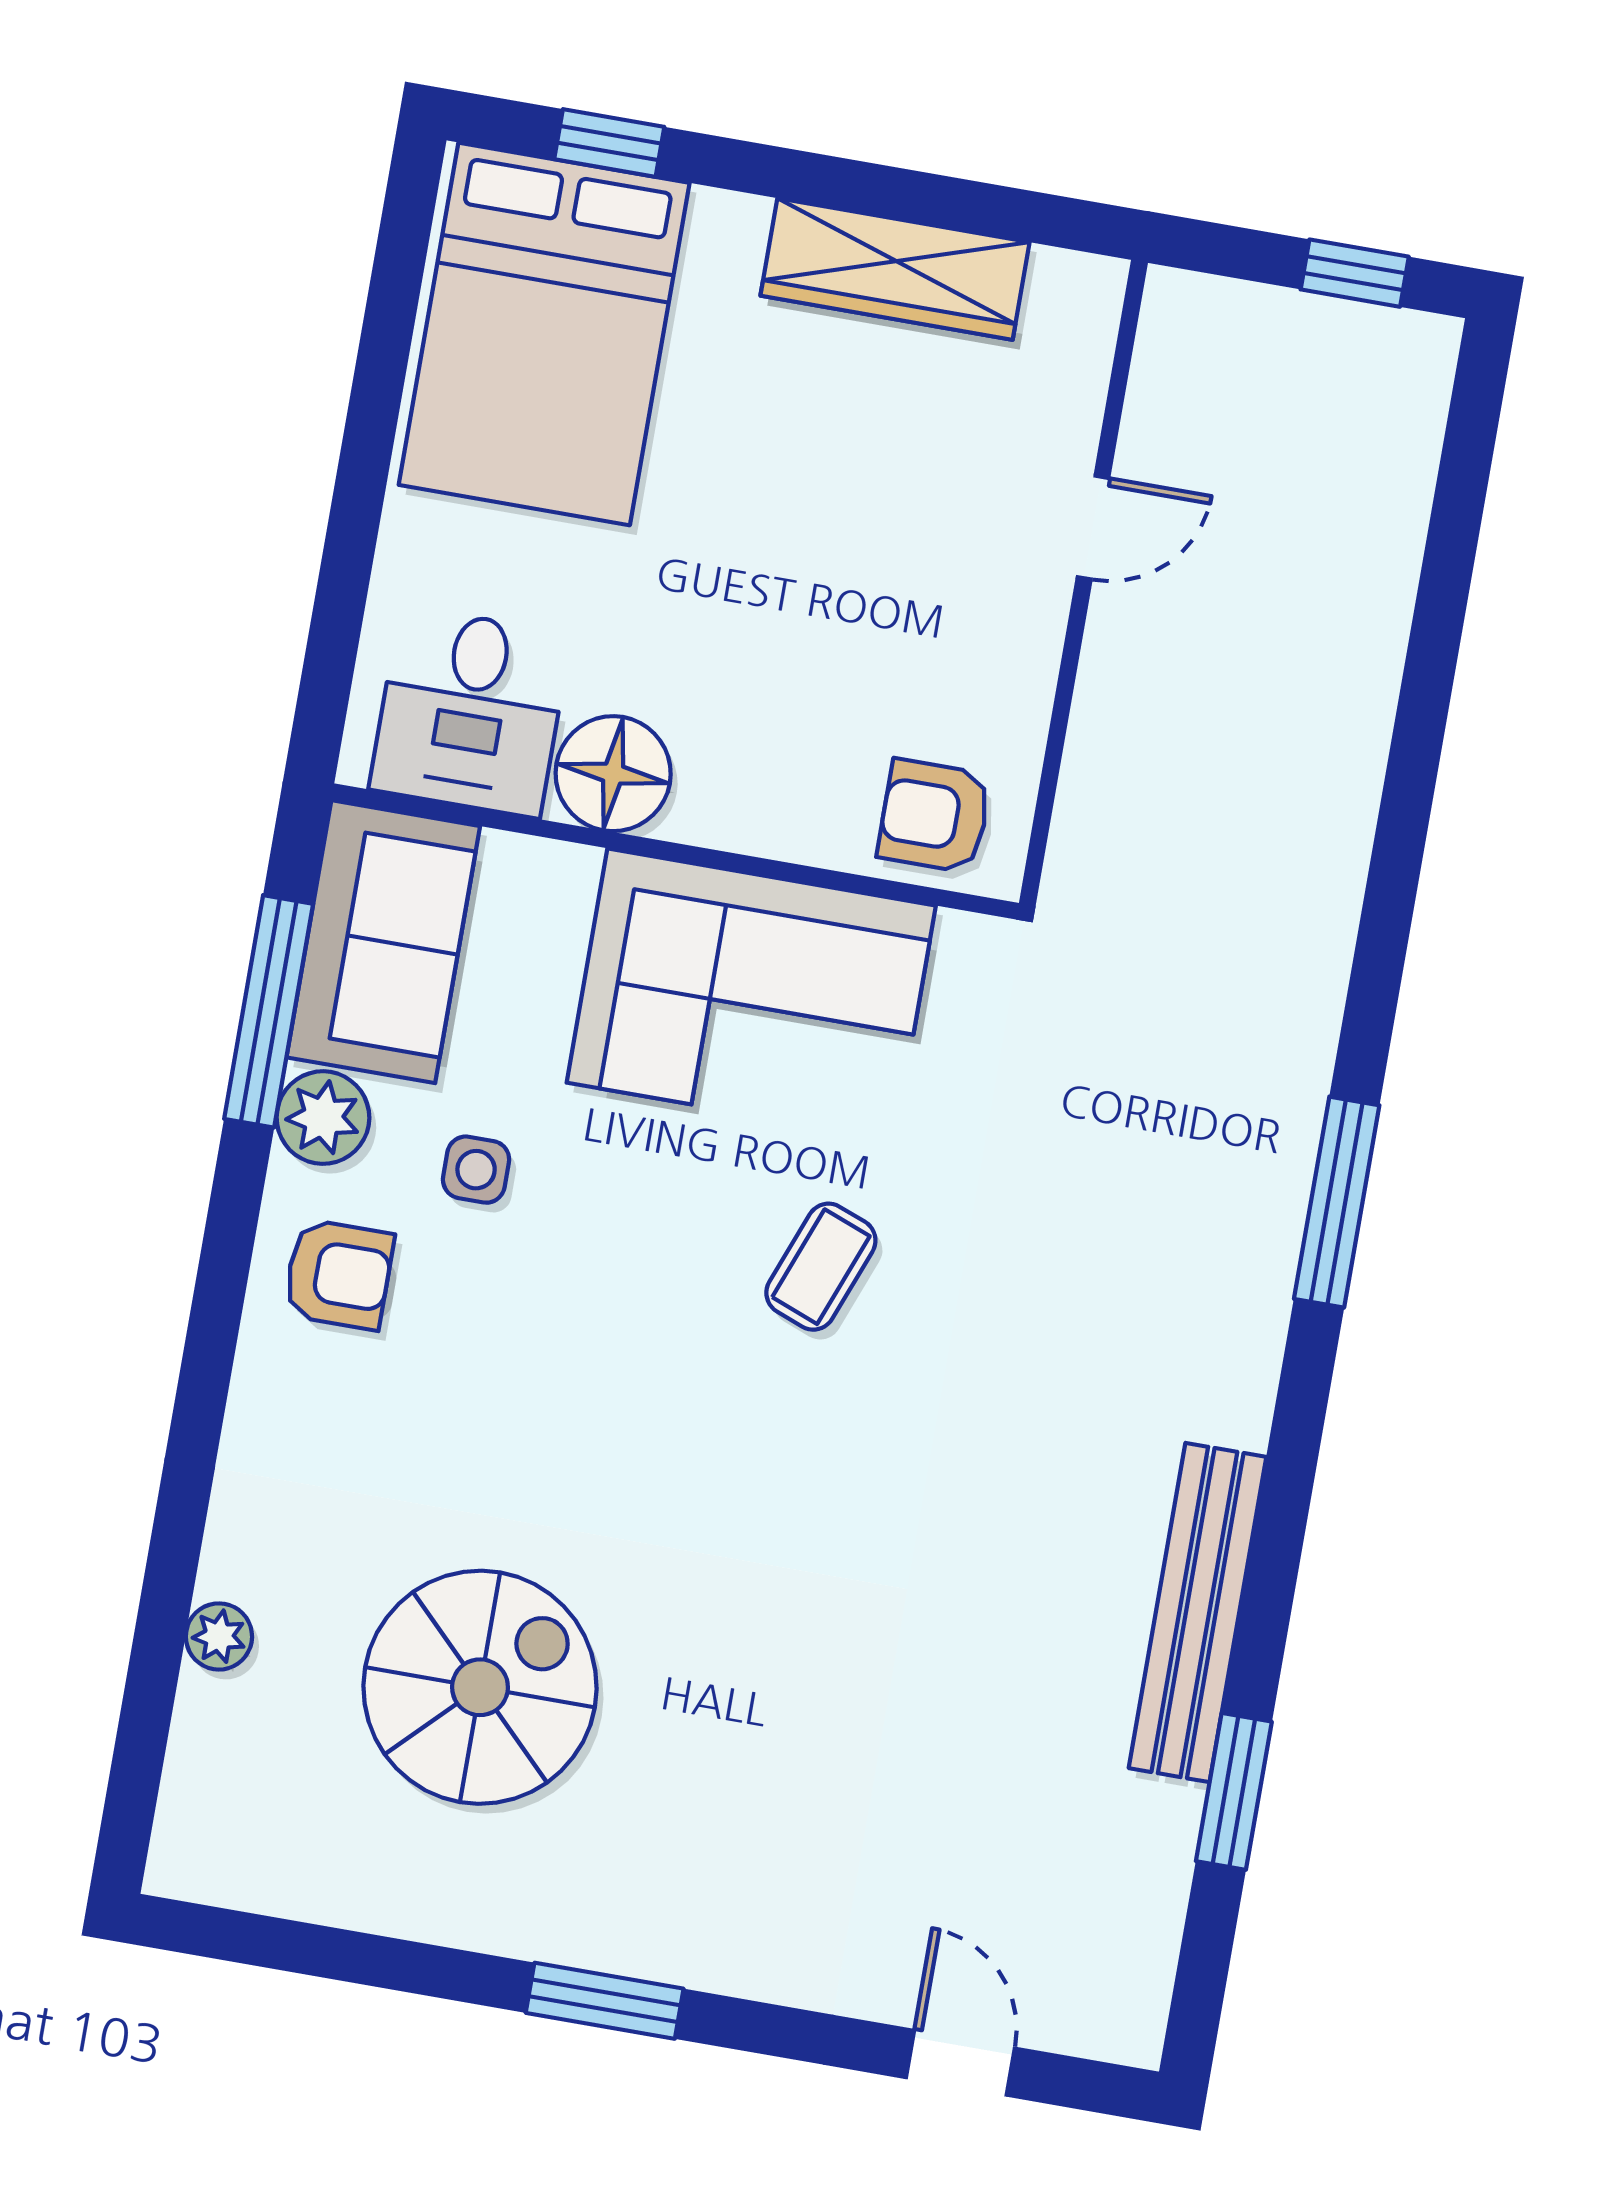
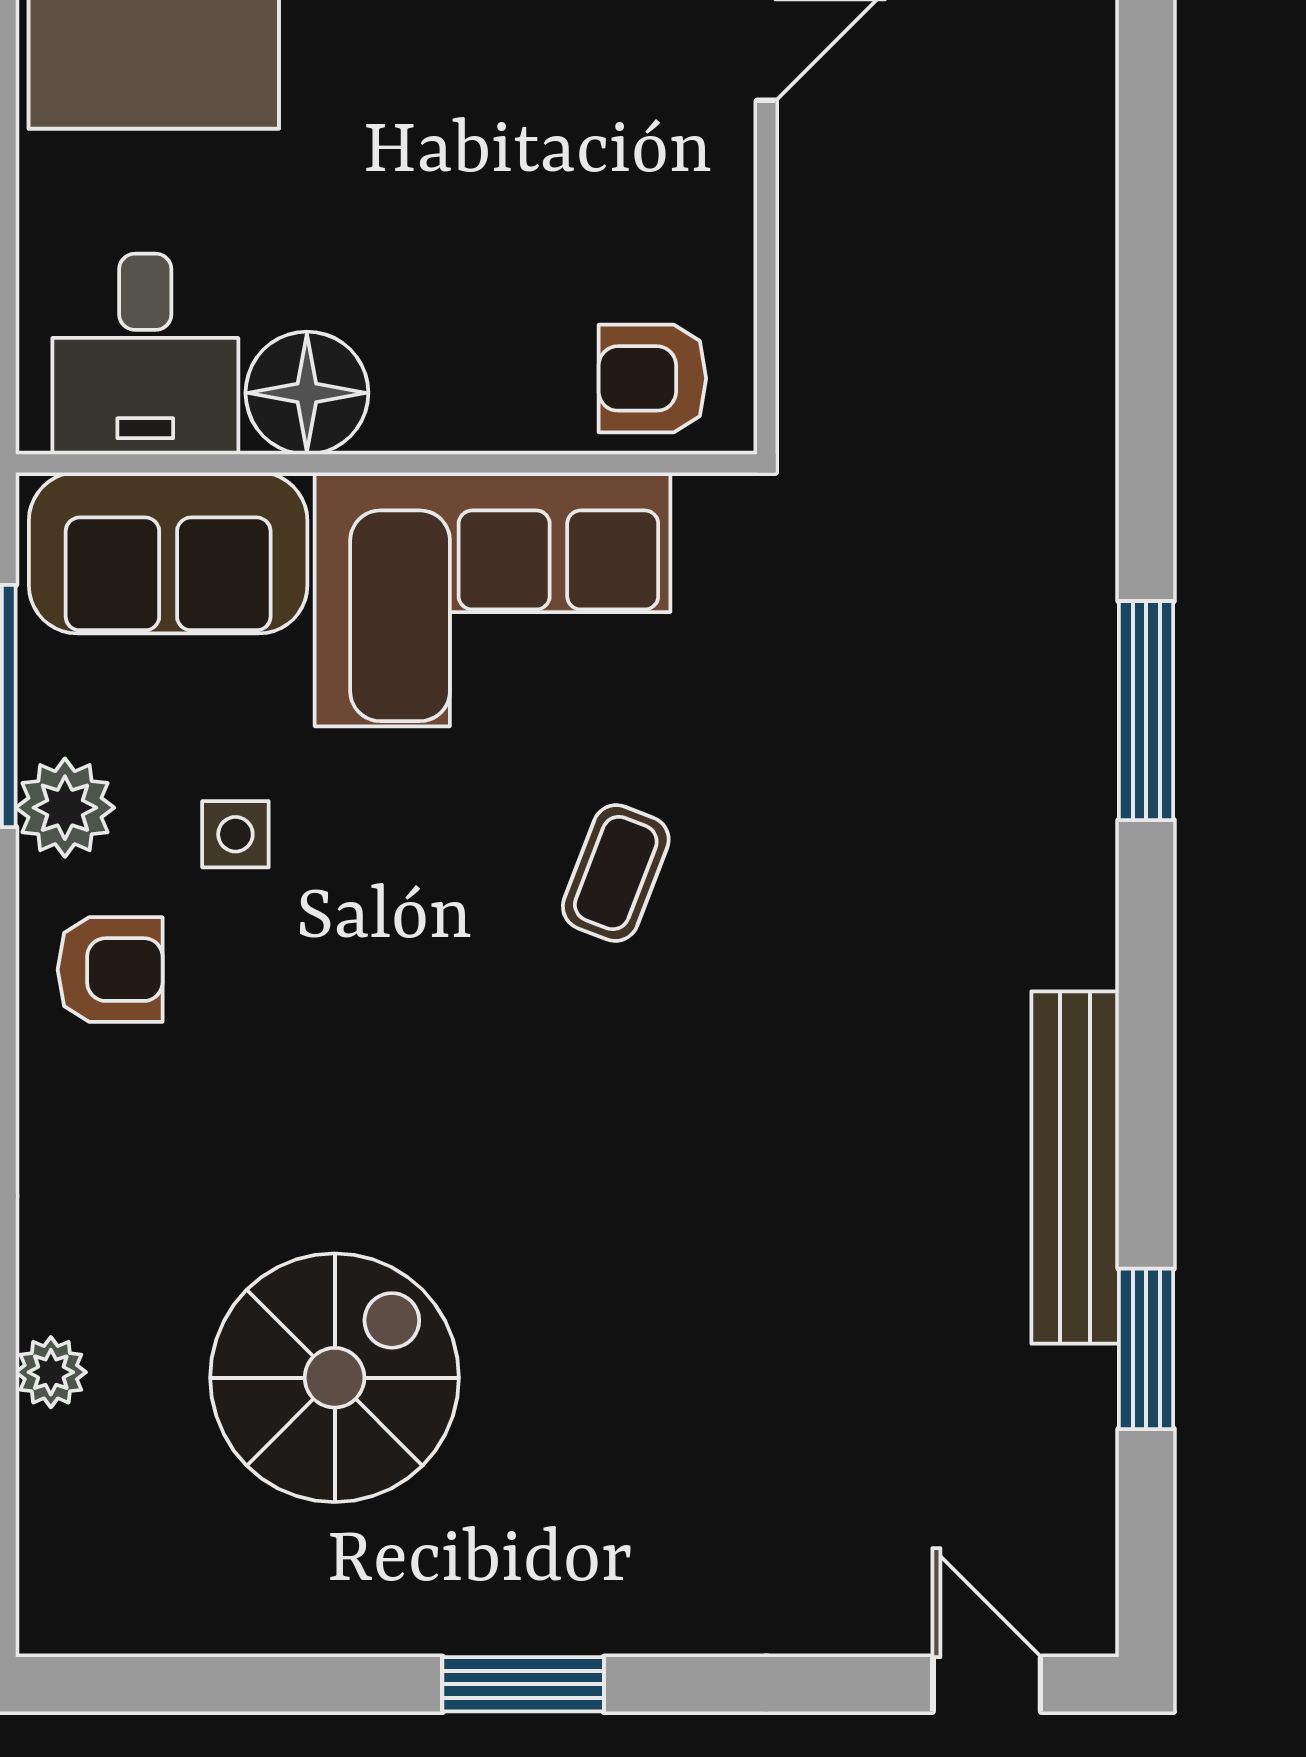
sofa: (383, 942) -> (168, 553), moved, turned 90
door: (960, 2063) -> (987, 1684), moved

